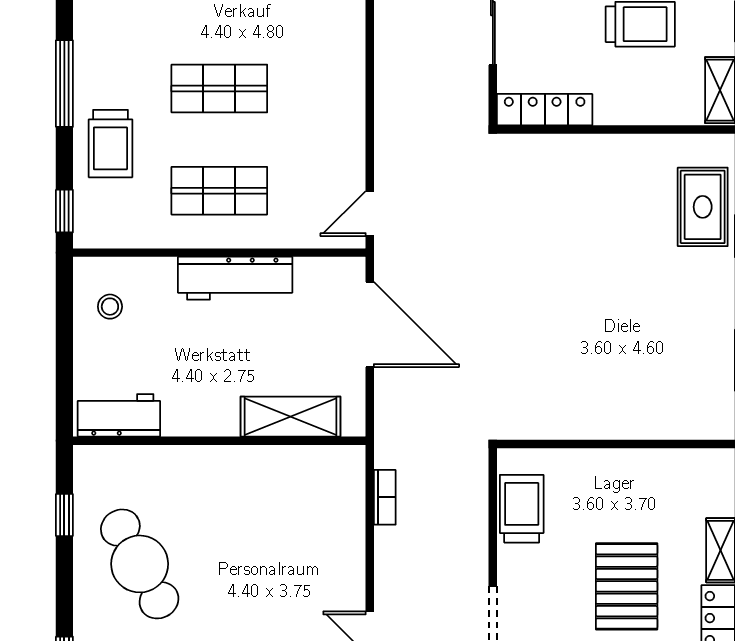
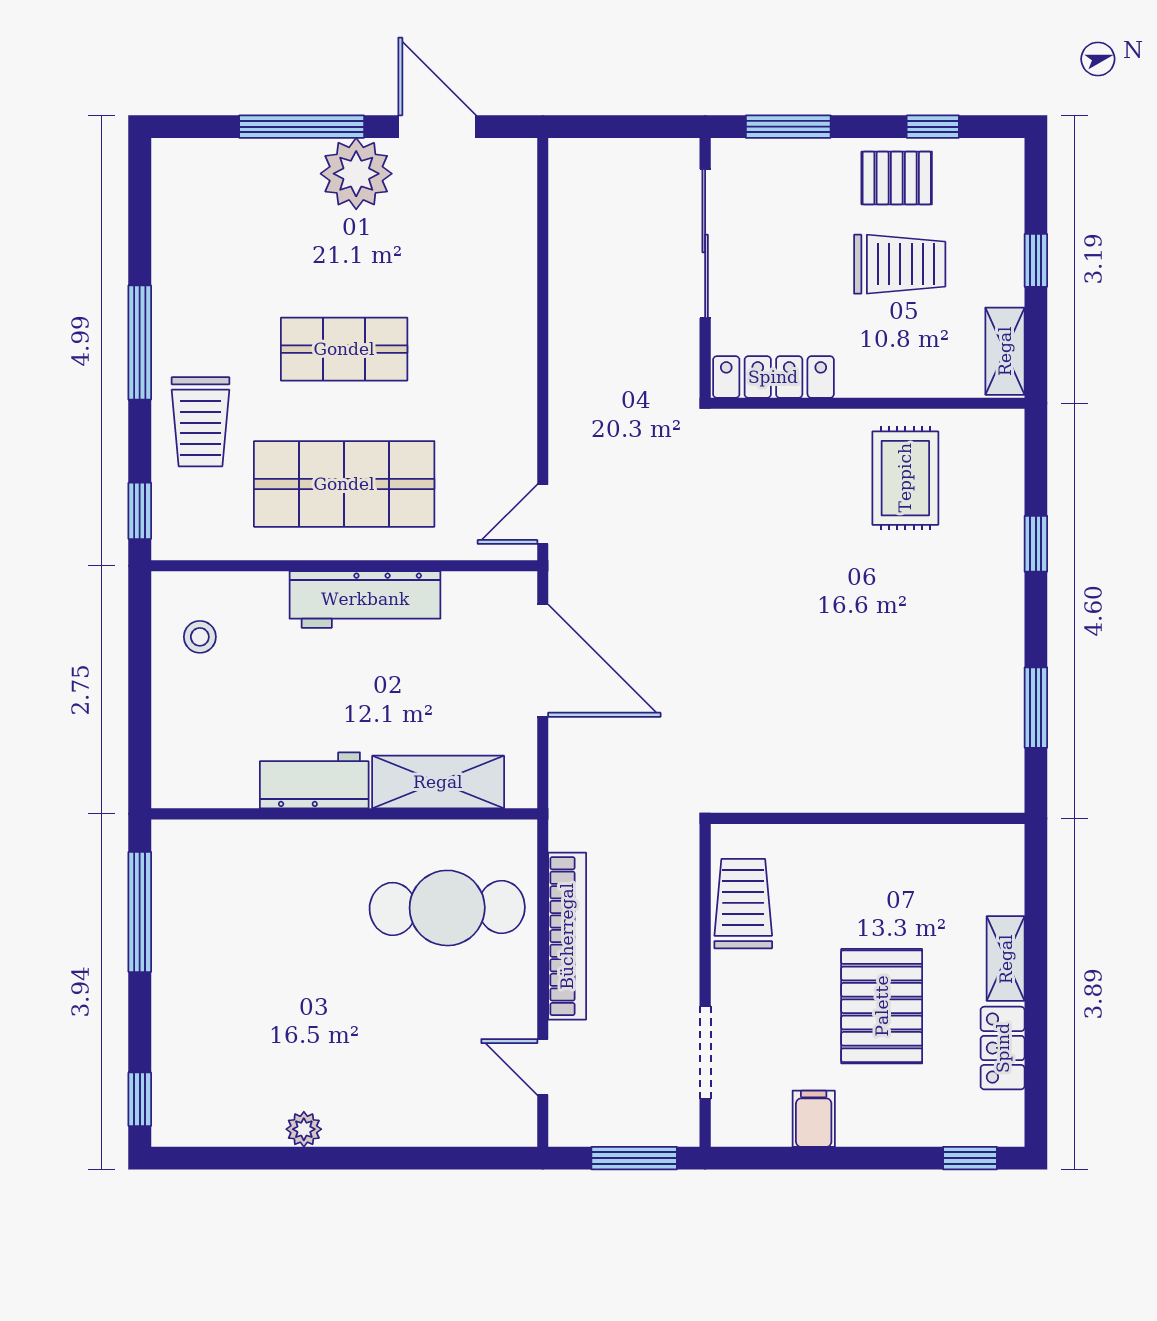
shop shelf: (219, 191) -> (344, 484), width x1.43, depth x1.36
rug: (703, 207) -> (905, 478), moved
workbench: (119, 415) -> (314, 780), moved
bookcase: (385, 497) -> (567, 936), width x2.31, depth x1.31
window: (64, 515) -> (140, 912), width x2.17
cafe table: (140, 564) -> (447, 908), moved, turned -63

